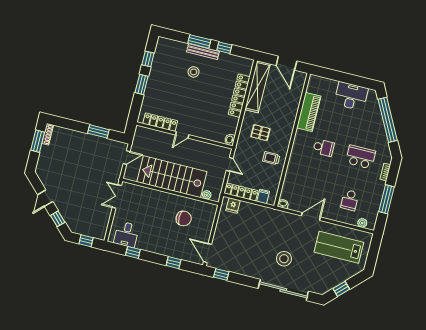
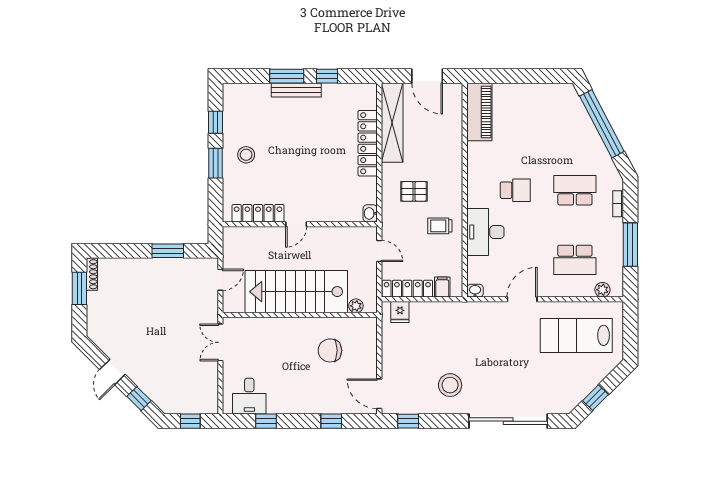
stool: (194, 72) -> (246, 155), moved
desk: (351, 96) -> (485, 232), moved, turned -90
piano: (309, 112) -> (479, 112), moved
school desk: (350, 200) -> (575, 260), width x1.85
chair: (184, 218) -> (330, 350), turned 180
stool: (284, 259) -> (450, 385), moved

